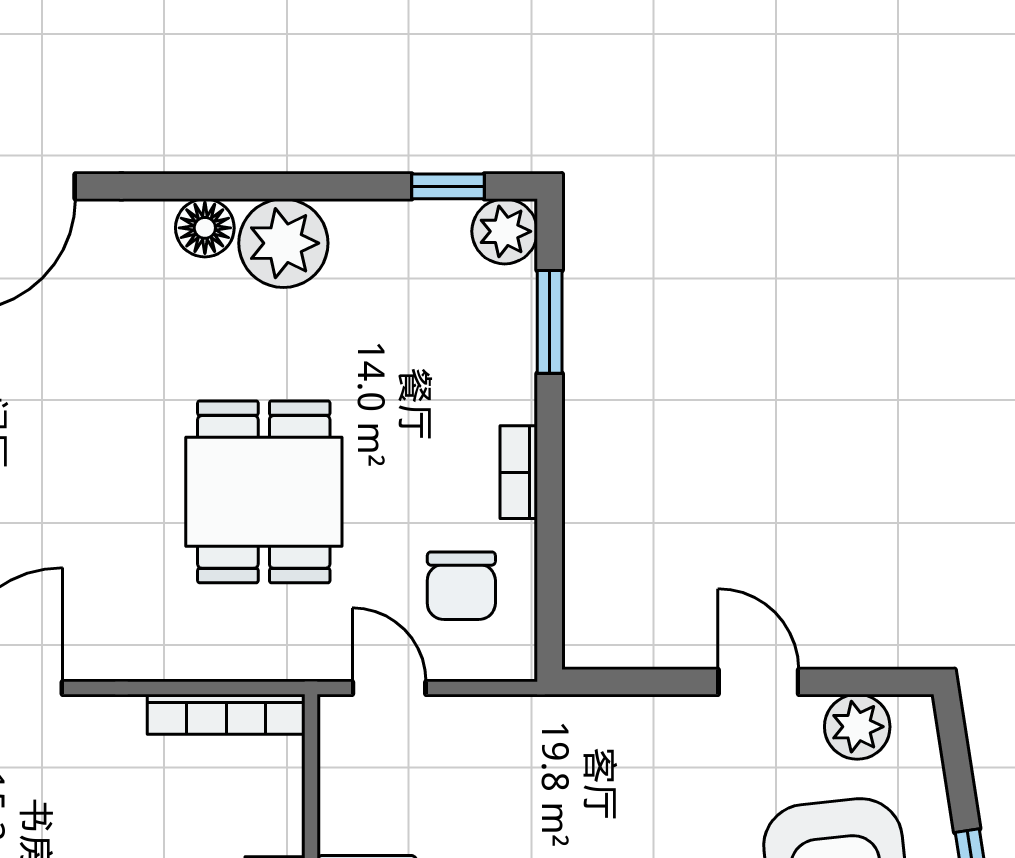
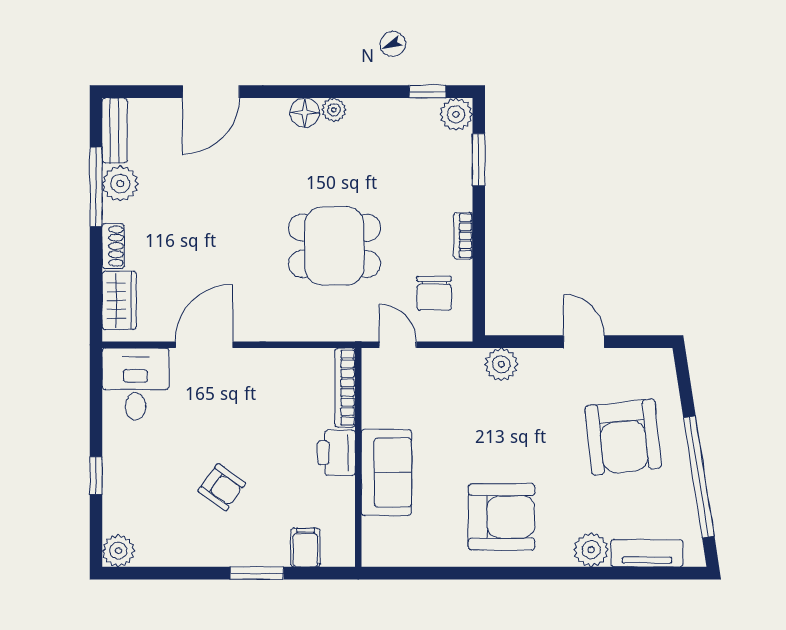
plant: (283, 243) -> (334, 110), width x0.53, depth x0.53
dining table: (264, 492) -> (334, 246), turned 90
bookcase: (226, 714) -> (345, 388), moved, turned 90
plant: (857, 727) -> (501, 364), moved

